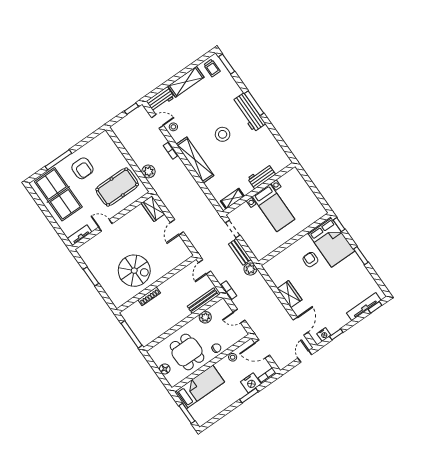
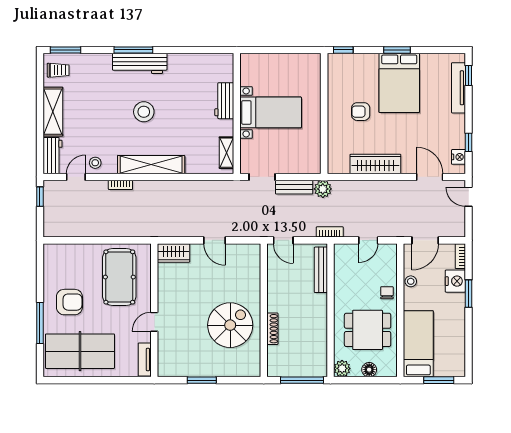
plant: (148, 171) -> (127, 228), removed
bed: (331, 242) -> (399, 83), moved, turned 90
wardrobe: (290, 294) -> (375, 164), width x1.50
plant: (205, 317) -> (342, 368), moved

